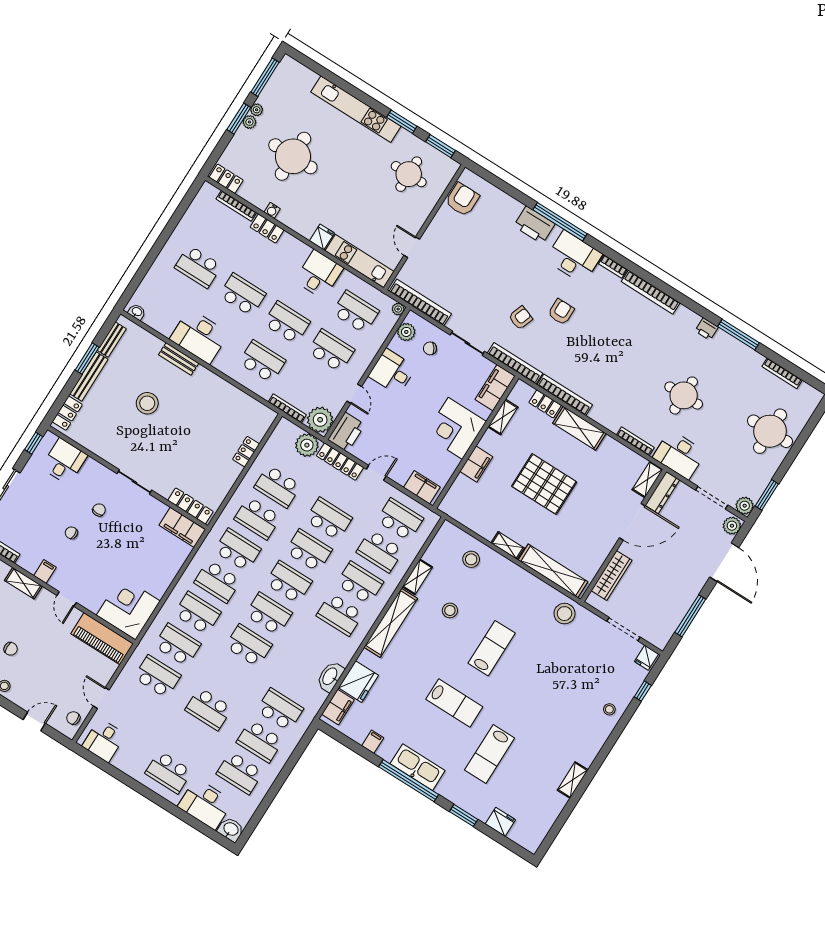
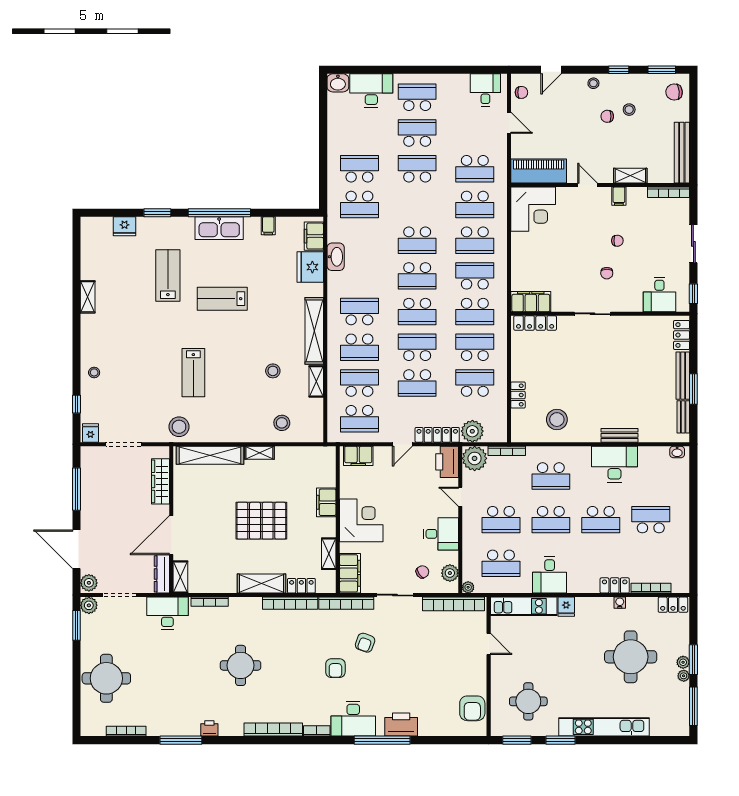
round table: (684, 395) -> (241, 665), moved
stool: (147, 403) -> (557, 420), moved
school desk: (309, 551) -> (417, 347), turned 180
lab bench: (492, 648) -> (193, 373), moved
school desk: (240, 773) -> (417, 133), moved

